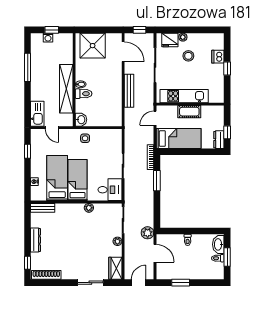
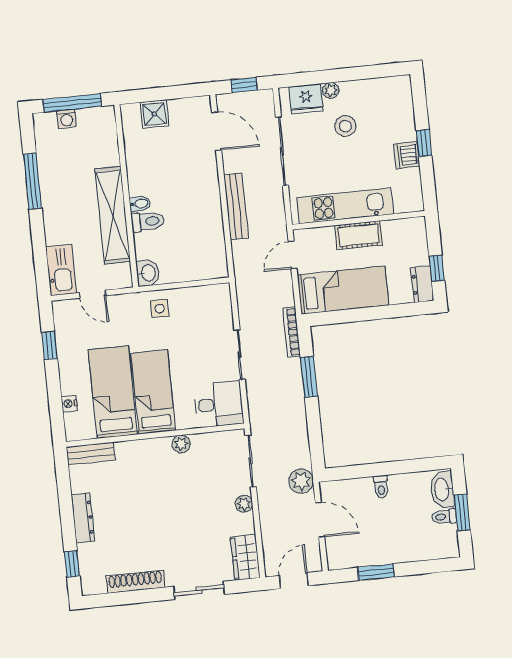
window: (52, 30) -> (72, 103), width x2.17
shower: (93, 46) -> (154, 114), width x0.54, depth x0.54
dishwasher: (218, 57) -> (407, 155), moved
shoe rack: (46, 275) -> (135, 582), moved

